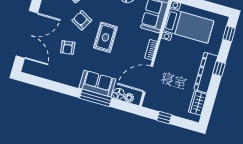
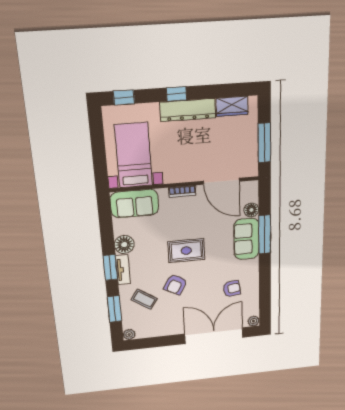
armchair: (68, 48) -> (232, 289), moved
plant: (129, 98) -> (254, 321), moved
window: (164, 118) -> (264, 143), width x2.17

